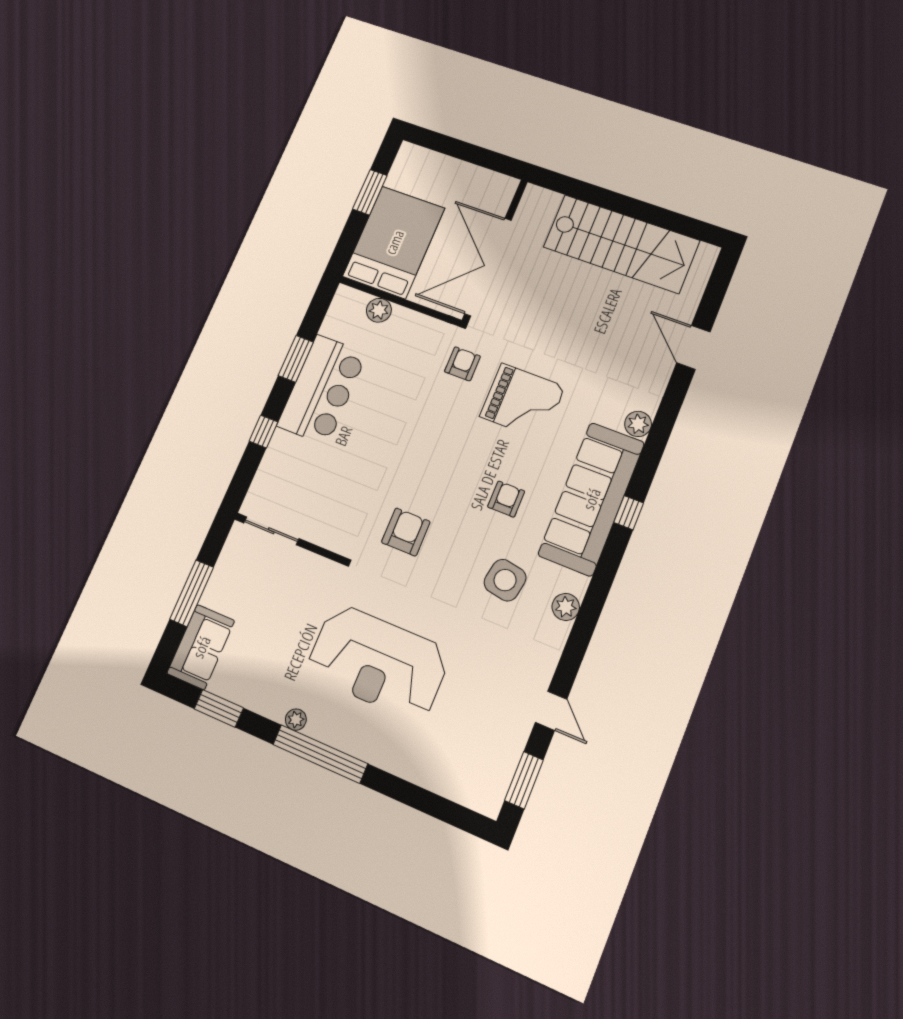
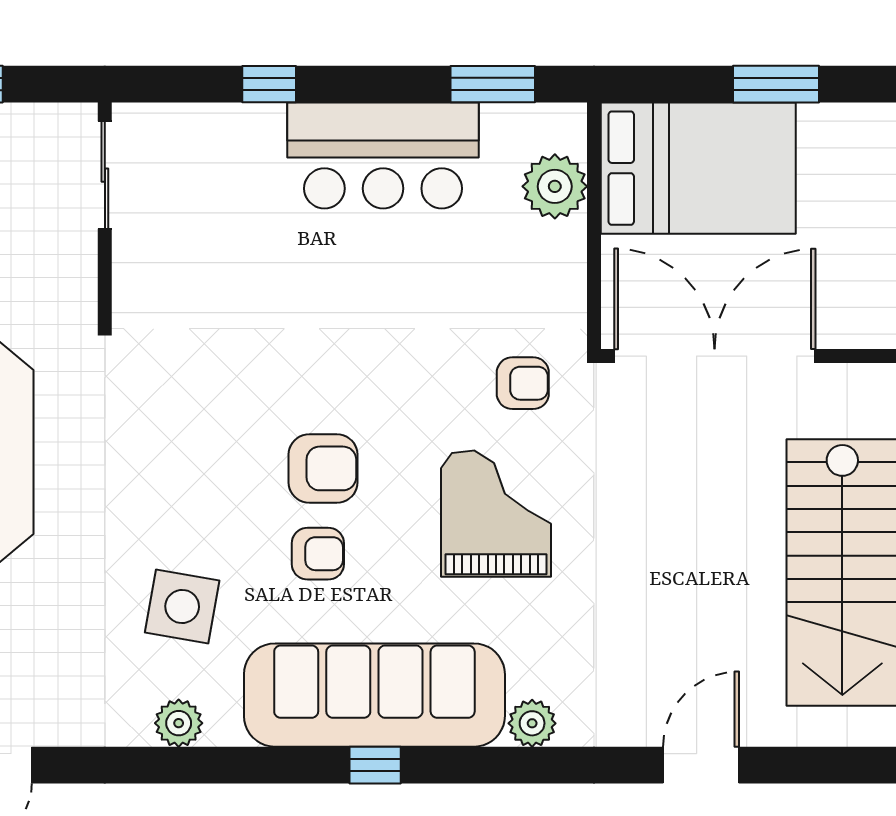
plant: (379, 310) -> (555, 186), width x1.36, depth x1.36
window: (296, 359) -> (493, 84), moved
grand piano: (522, 402) -> (496, 514), turned 180
armchair: (406, 532) -> (323, 468), moved

